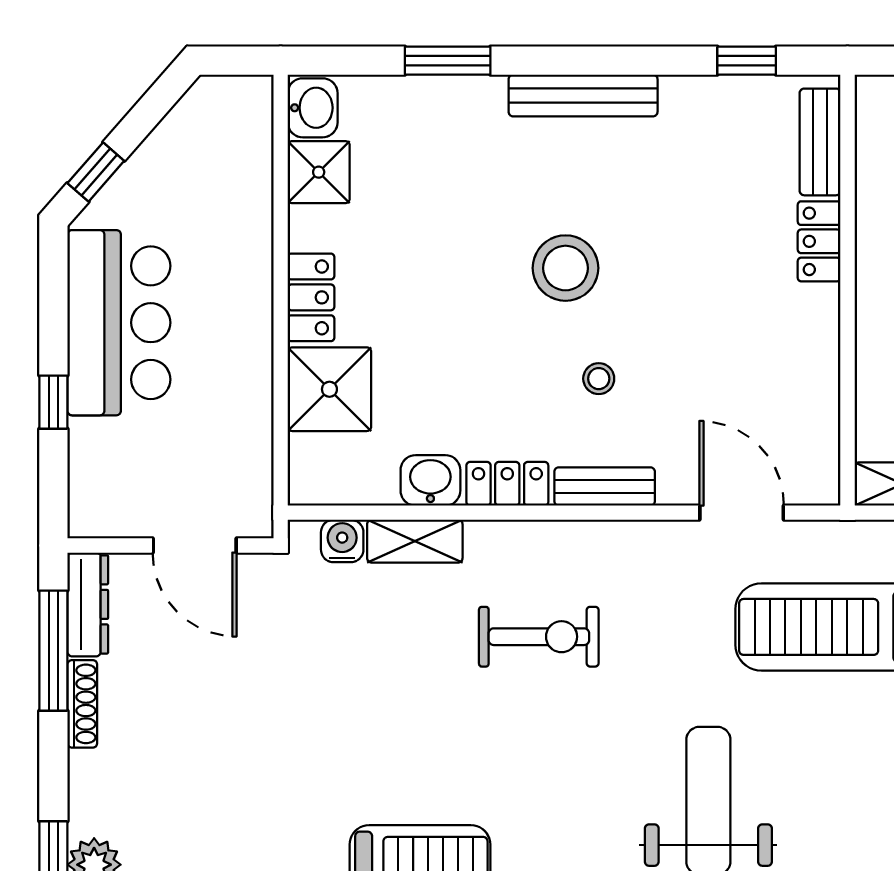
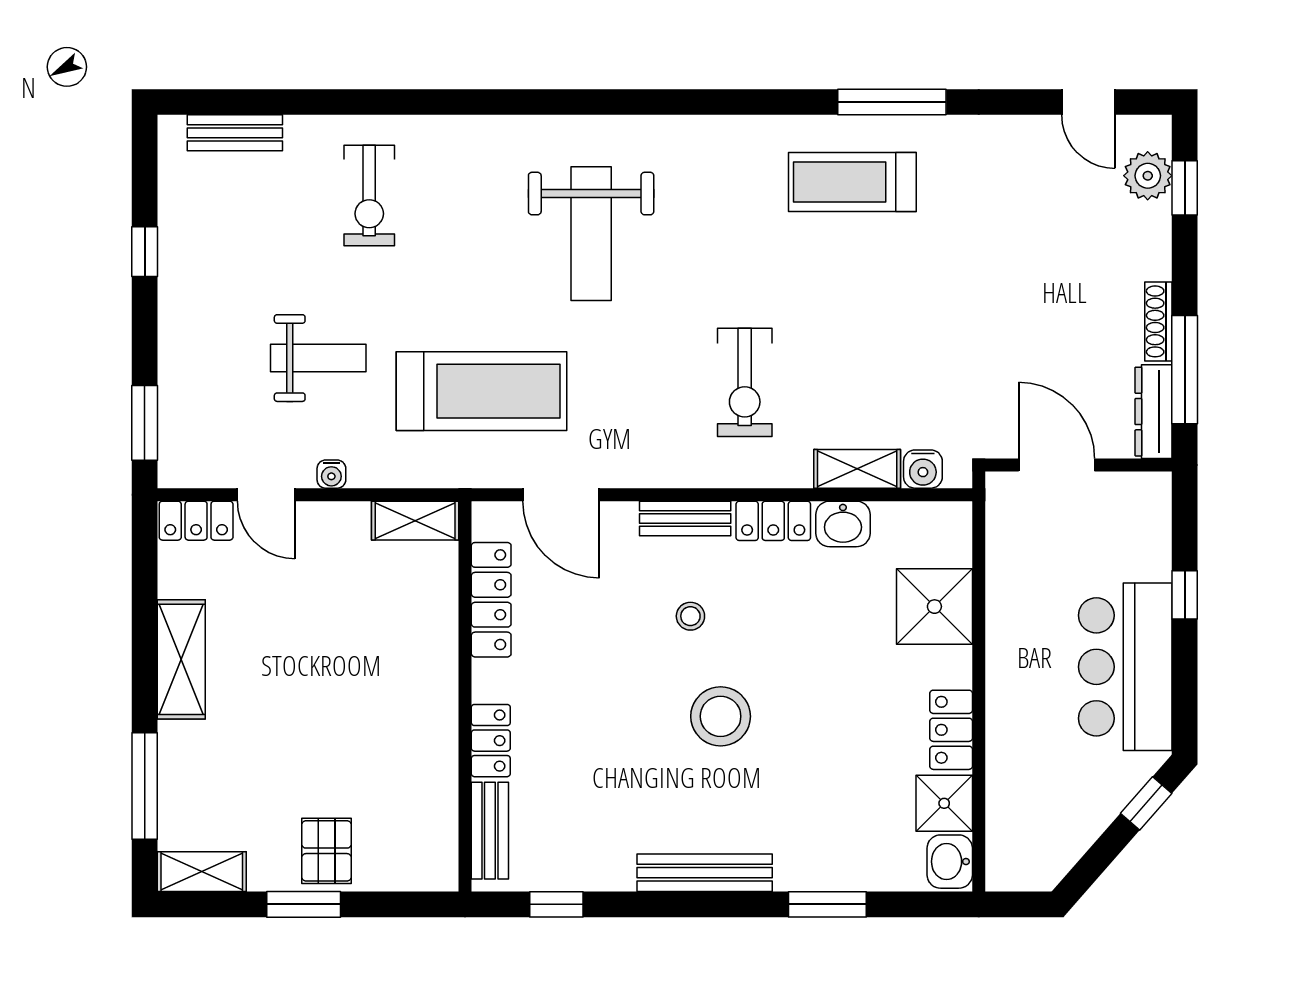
locker: (311, 297) -> (951, 730), moved
locker: (819, 397) -> (491, 600), added
exercise bike: (539, 637) -> (745, 382), turned -90

